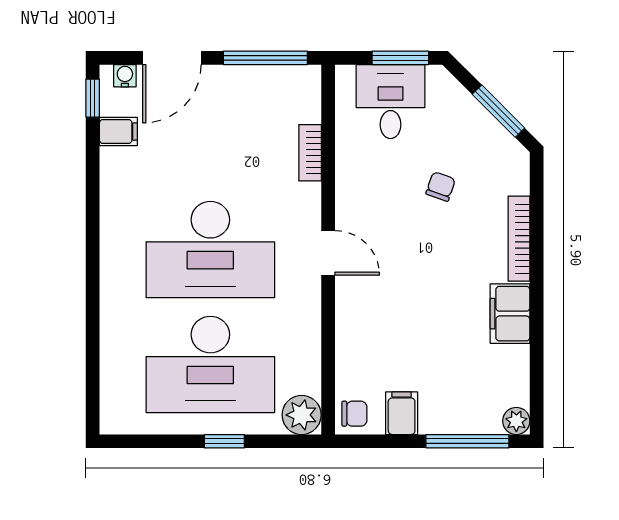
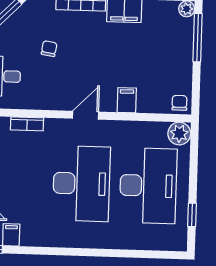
chair: (441, 187) -> (49, 49), turned 80
filing cabinet: (402, 413) -> (127, 100), moved, turned 90
window: (224, 441) -> (192, 215), moved

